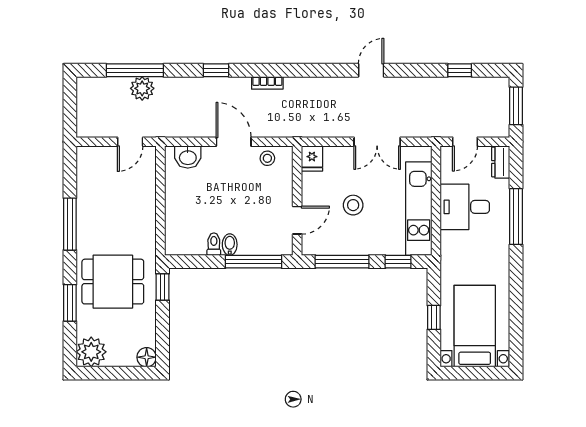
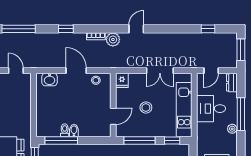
door: (371, 70) -> (136, 29), moved
plant: (142, 88) -> (113, 39), moved
door: (130, 142) -> (16, 71), swing flipped
plant: (501, 241) -> (232, 129), added
window: (253, 262) -> (61, 141), moved

